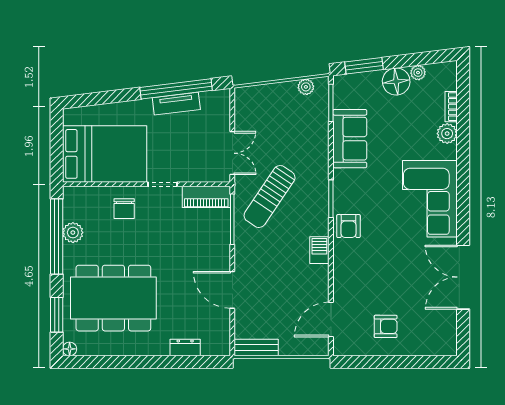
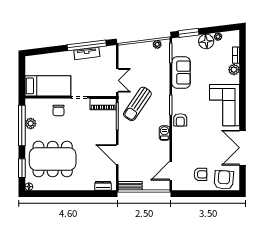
bed: (105, 154) -> (48, 86), width x0.67
armchair: (429, 336) -> (224, 180), added
dresser: (185, 348) -> (103, 186), moved

